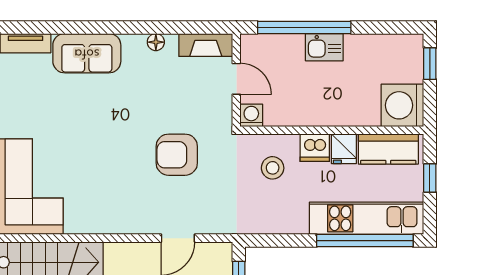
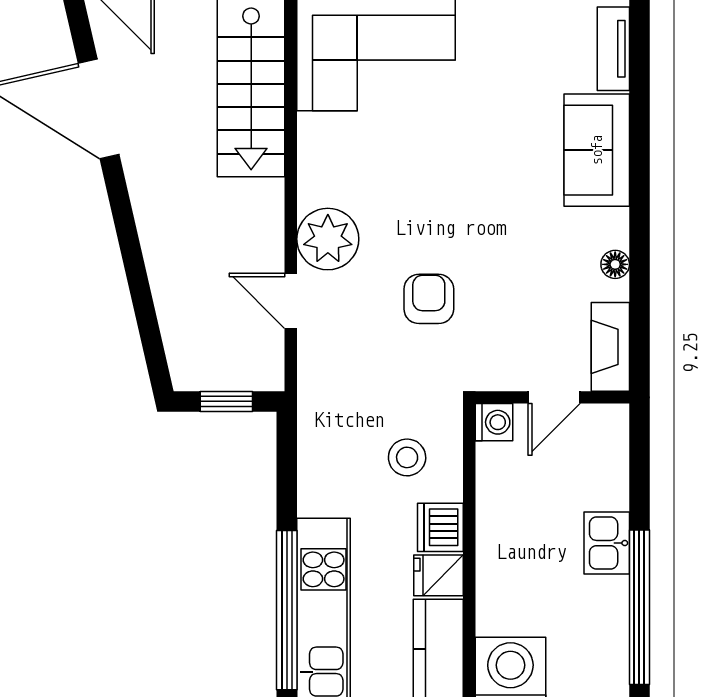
window: (304, 27) -> (639, 607), moved
armchair: (177, 155) -> (429, 299), width x0.72, depth x0.72
plant: (141, 216) -> (328, 239), added

